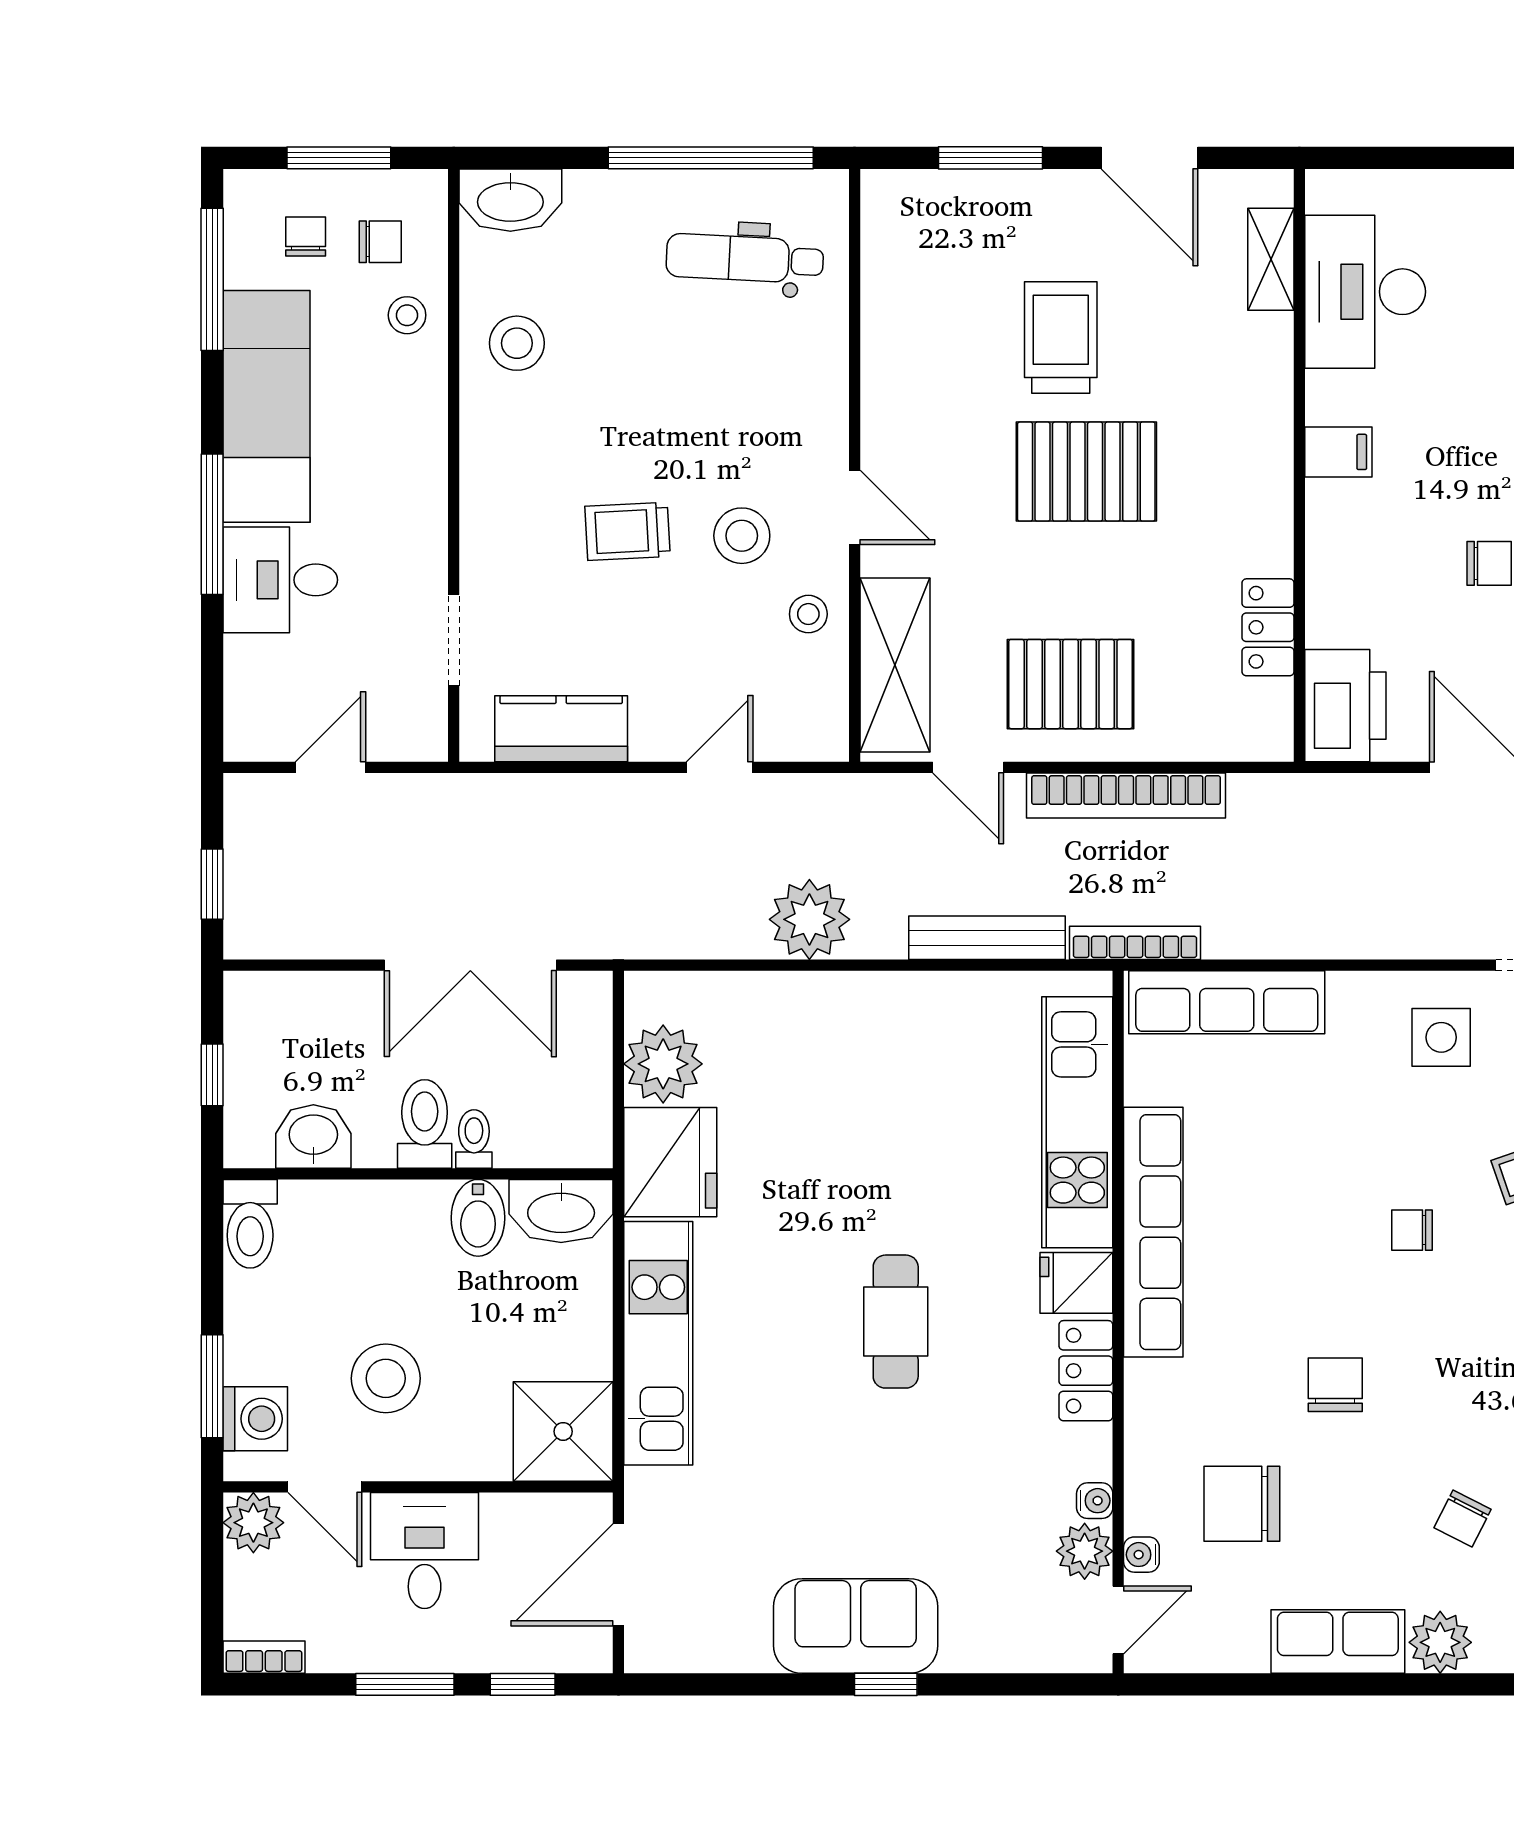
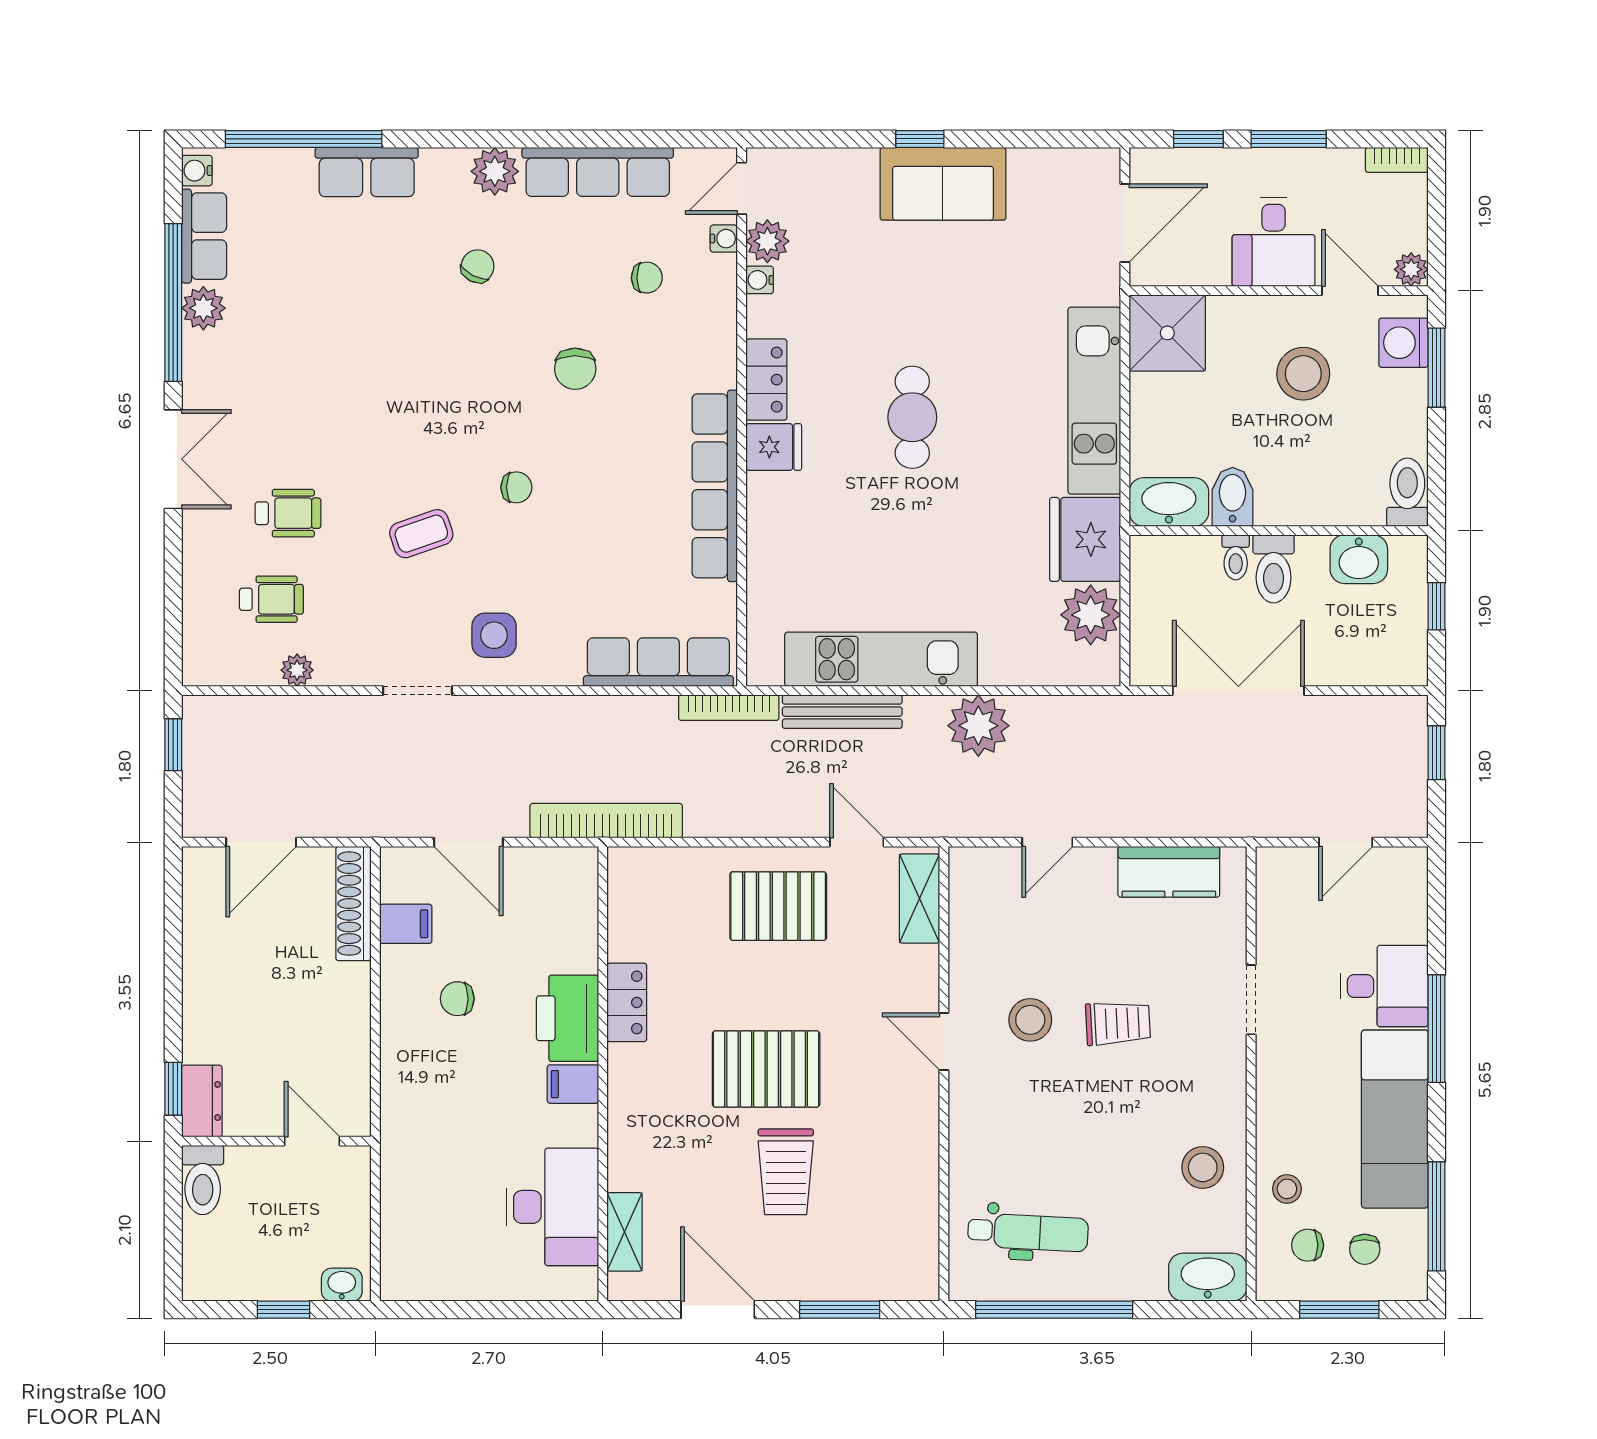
stool: (808, 614) -> (979, 960), removed
locker: (1268, 627) -> (627, 1002), moved
doorway: (454, 640) -> (1251, 1000), moved
shelving: (895, 665) -> (920, 898), width x0.67, depth x0.75
printer: (1345, 706) -> (567, 1018), moved
bookcase: (1126, 795) -> (606, 821), moved
kitchen unit: (1077, 1122) -> (881, 659), moved, turned -90
chair: (1242, 1504) -> (647, 278), width x0.54, depth x0.54
plant: (253, 1523) -> (1411, 269), width x0.73, depth x0.73
row of seats: (1338, 1642) -> (598, 172), width x1.48

